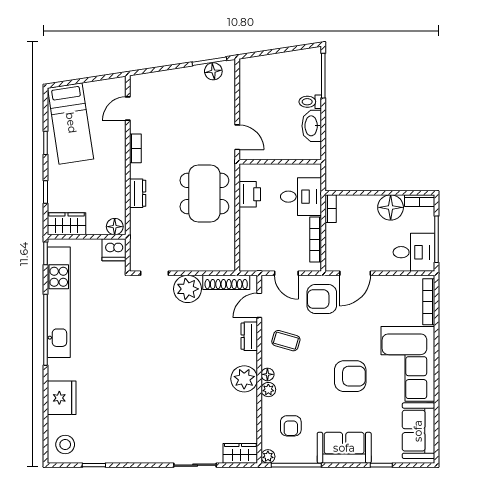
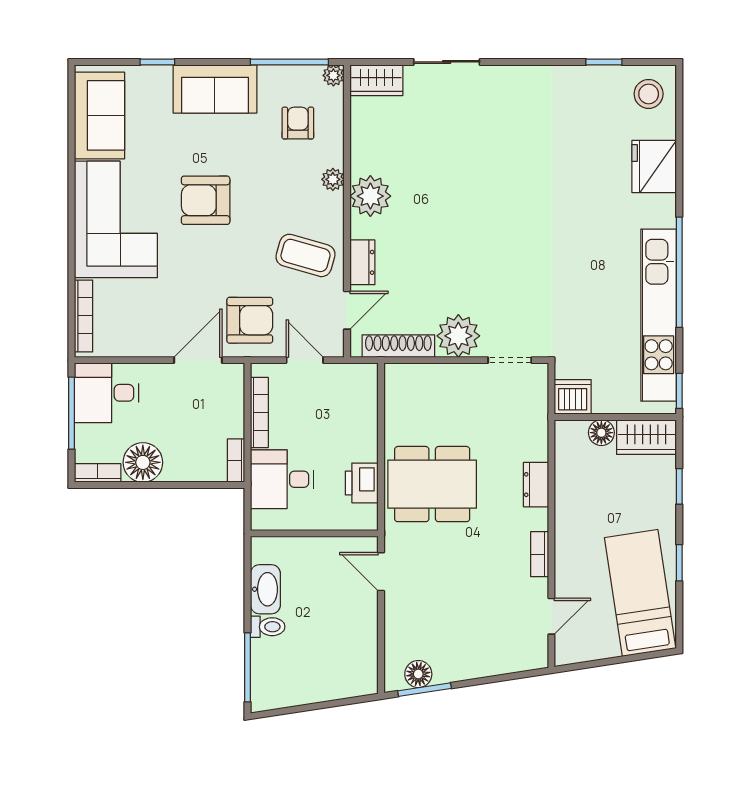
dining table: (204, 193) -> (432, 484), turned 90
floor lamp: (115, 227) -> (601, 433), moved
coffee table: (286, 341) -> (306, 255), width x1.36, depth x1.30
floor lamp: (267, 374) -> (334, 203), removed

